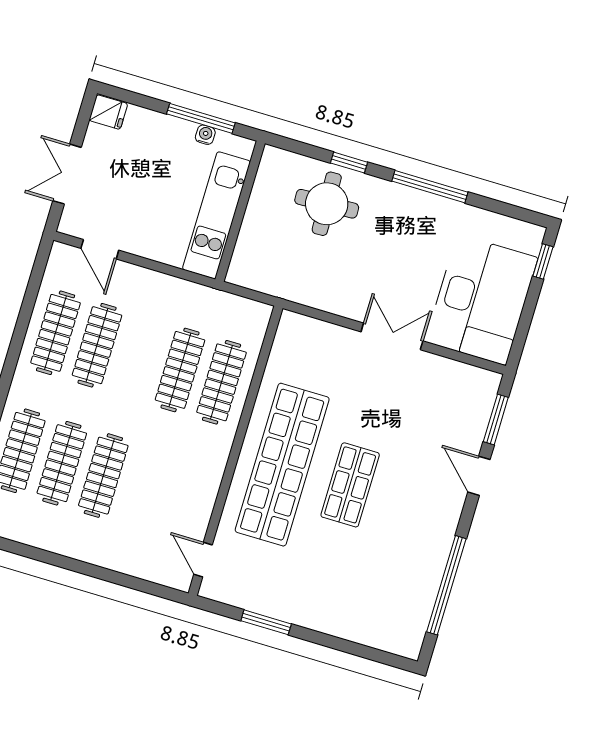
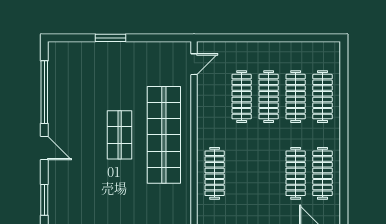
clothes rail: (180, 370) -> (242, 97), moved
door: (479, 476) -> (44, 148), moved
door: (203, 560) -> (194, 64), hinge flipped
window: (266, 622) -> (111, 38), moved

